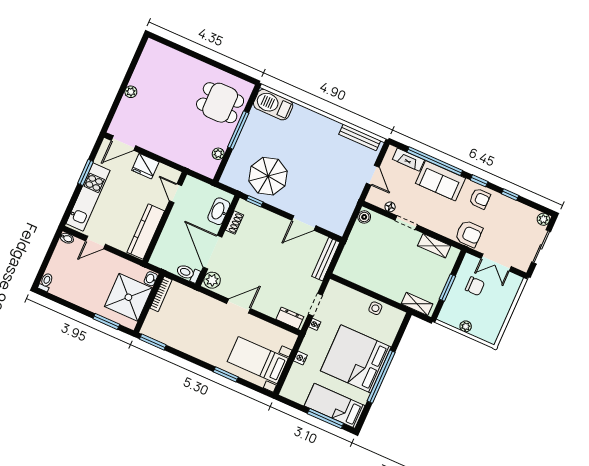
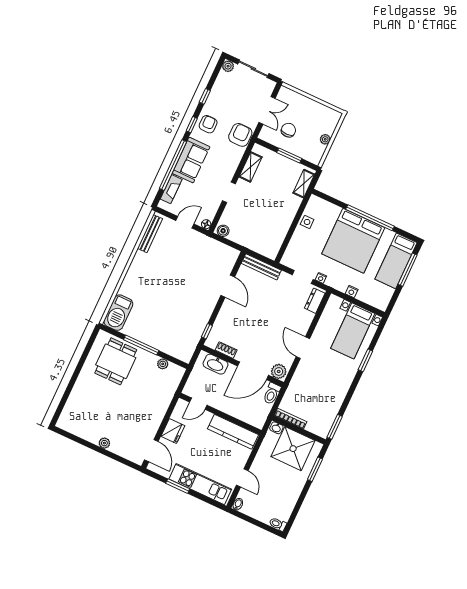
parasol: (268, 176) -> (184, 318), removed
floor lamp: (390, 207) -> (206, 224), moved

